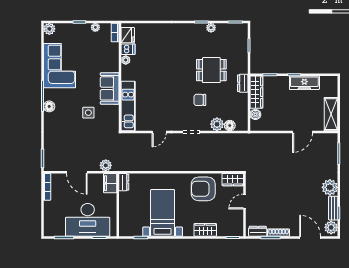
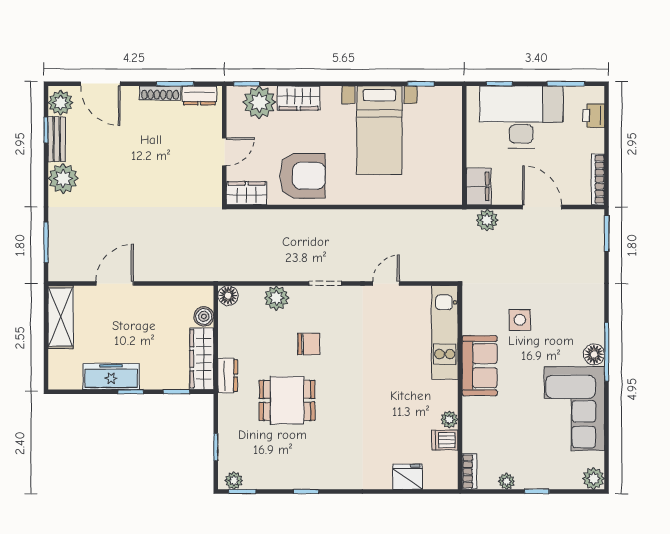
plant: (211, 28) -> (234, 481), moved
fridge: (128, 35) -> (408, 477), moved, turned 90
floor lamp: (49, 106) -> (594, 354), moved
floor lamp: (230, 126) -> (228, 296), moved
dresser: (124, 182) -> (453, 188), removed
printer: (49, 221) -> (594, 116), added
plant: (226, 228) -> (259, 102), added

